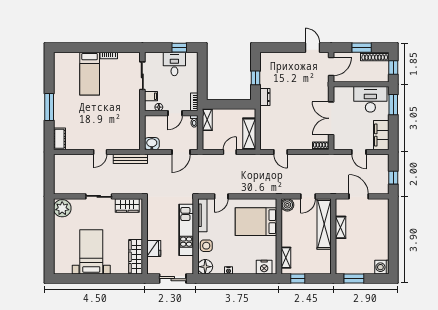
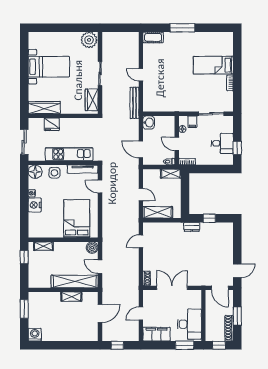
nightstand: (264, 267) -> (35, 205), moved

